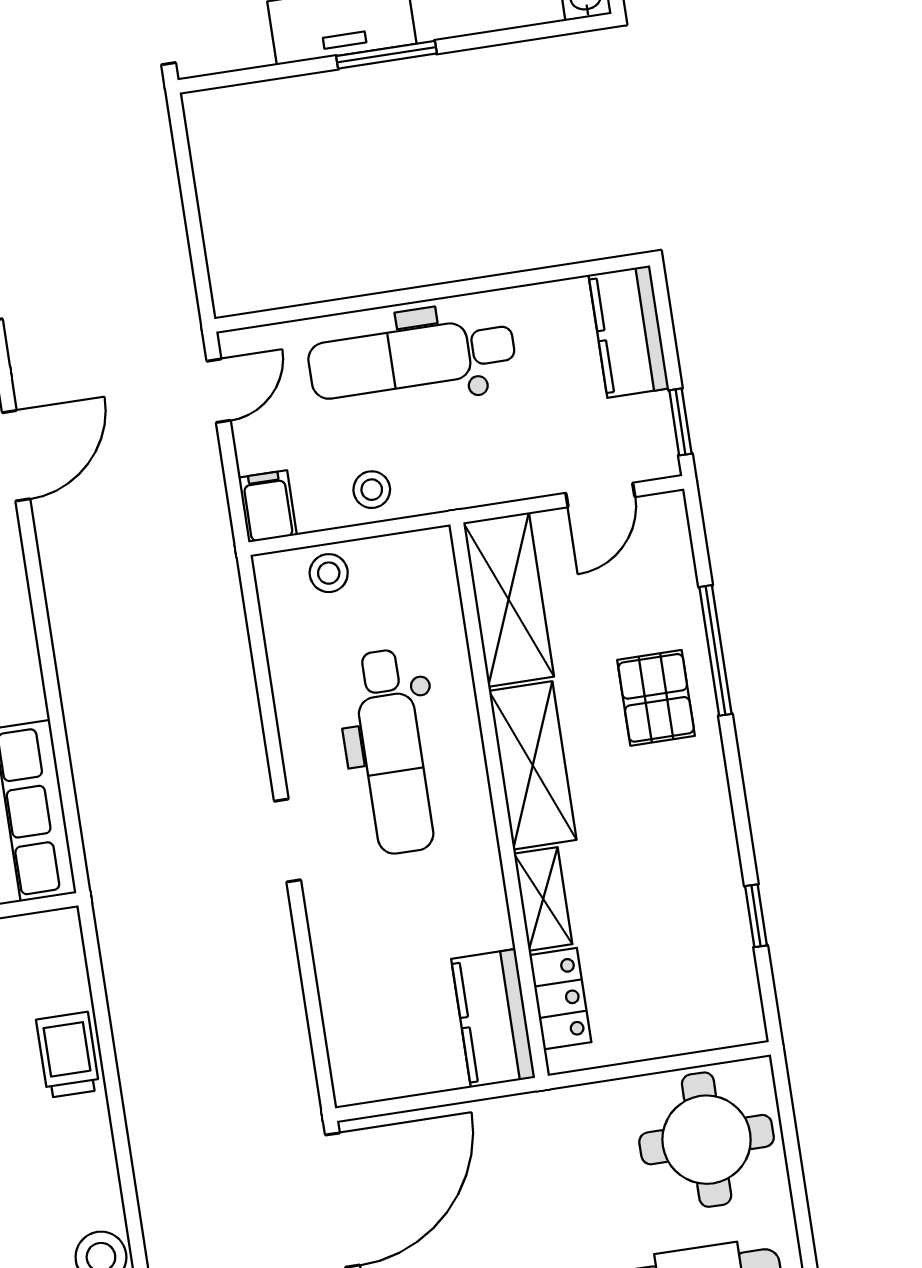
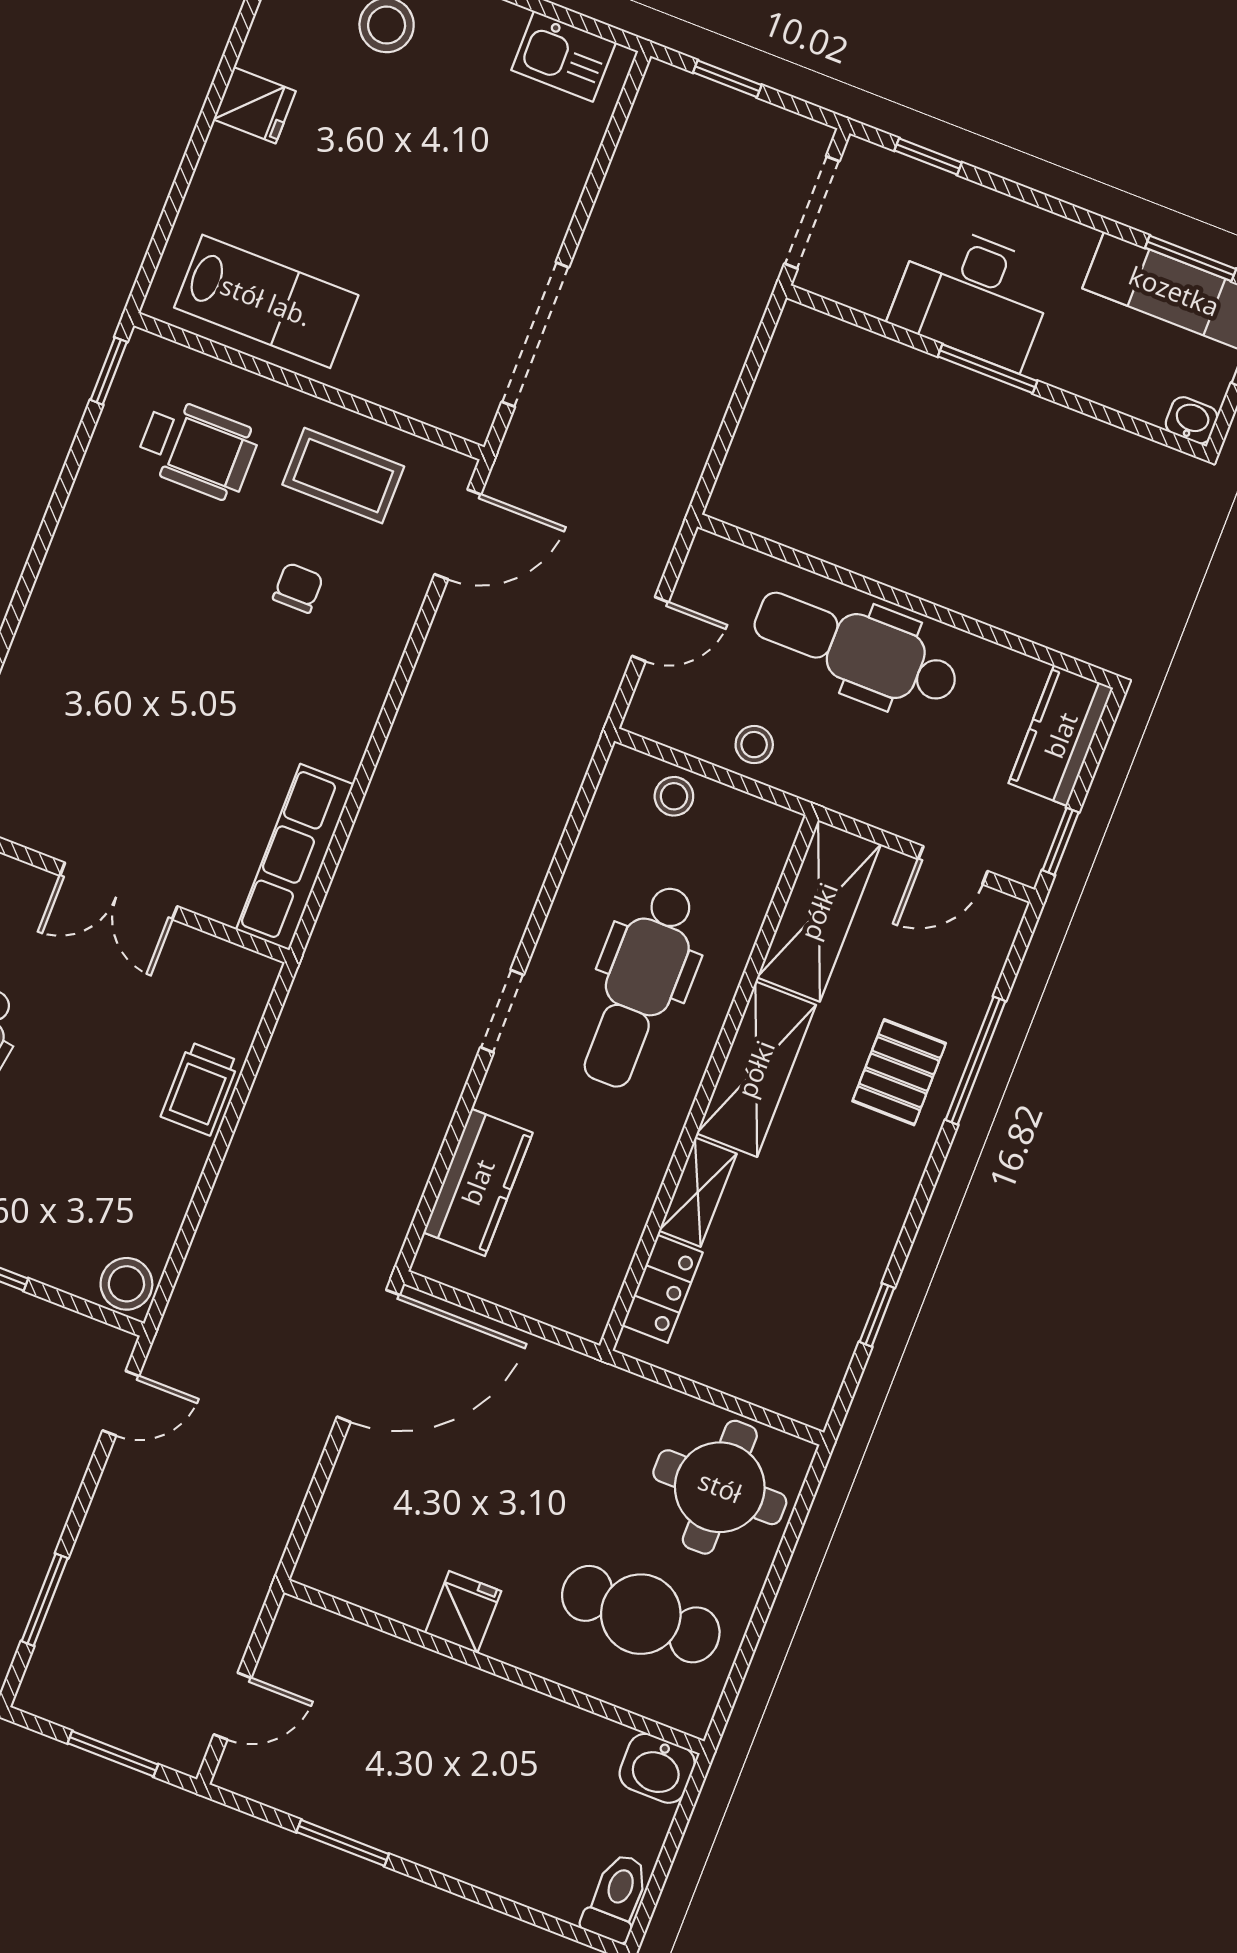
door: (219, 391) -> (650, 629), moved
filing cabinet: (268, 506) -> (654, 706), removed
kitchen counter: (493, 1018) -> (478, 1182), moved, turned 180
trolley: (68, 1055) -> (200, 1089), turned 180

